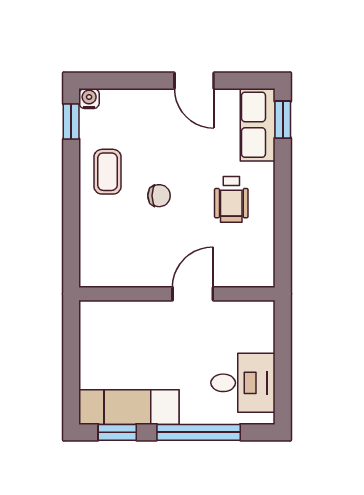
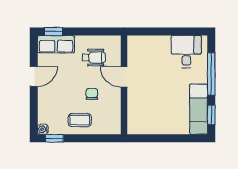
wall: (177, 294) -> (124, 85), moved
door: (193, 294) -> (124, 77), moved

